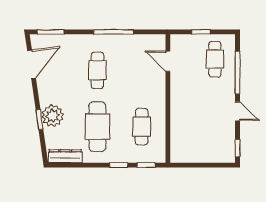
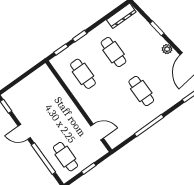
plant: (53, 116) -> (167, 49), moved, width x0.53, depth x0.53
cafe table: (97, 127) -> (113, 52), width x0.73, depth x0.74

